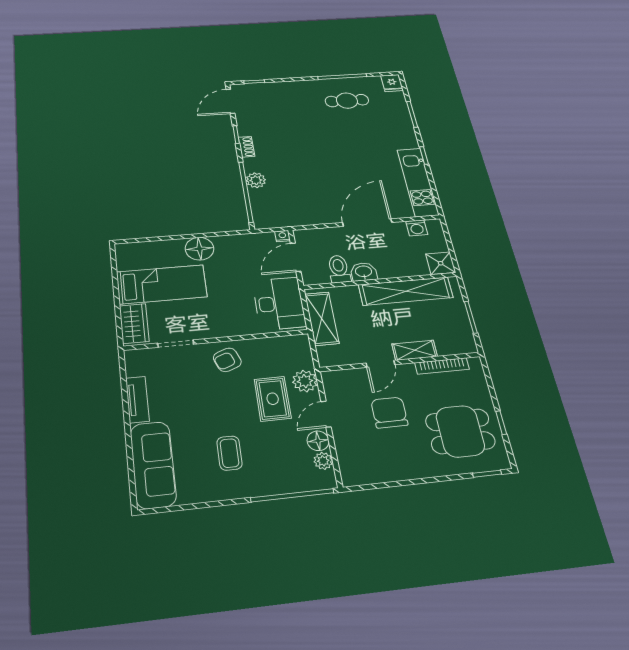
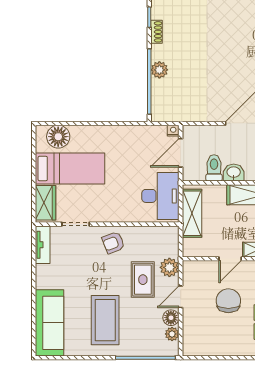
floor lamp: (200, 249) -> (58, 137), moved
tv unit: (137, 400) -> (43, 245), moved
coffee table: (229, 453) -> (105, 320), width x1.86, depth x1.72

